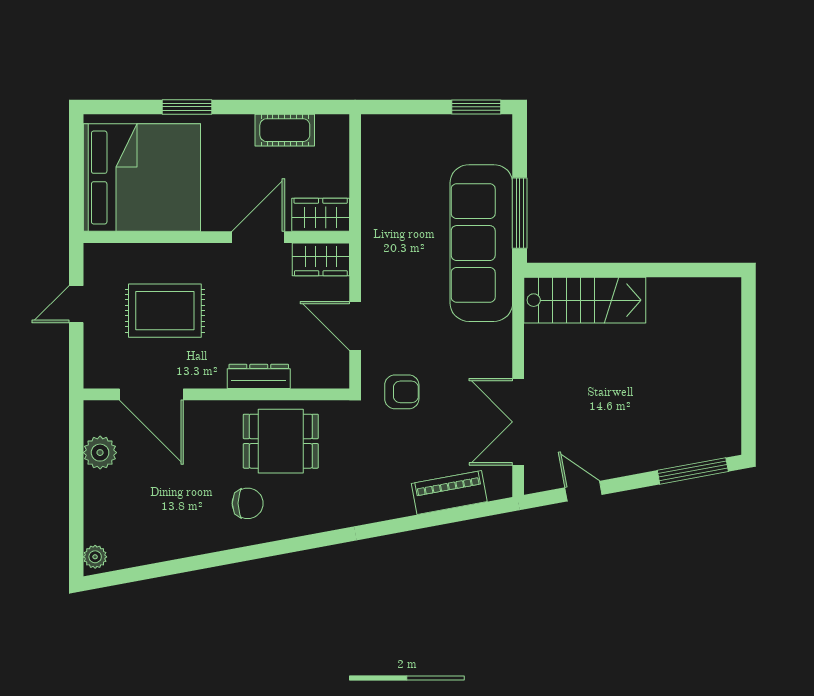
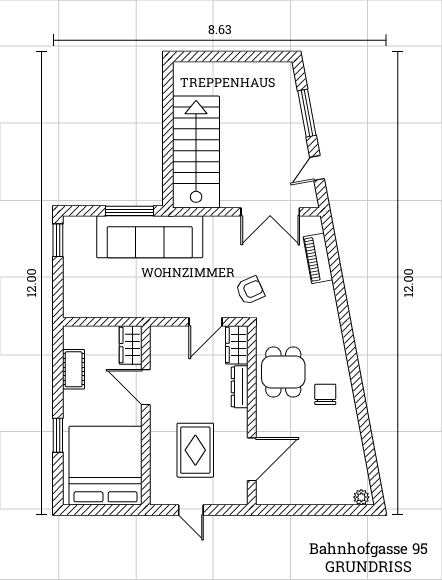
wardrobe: (321, 259) -> (237, 345), moved, turned 180
stairs: (585, 300) -> (196, 152), width x1.36, depth x1.51
armchair: (402, 392) -> (250, 290), turned 66
plant: (100, 453) -> (291, 494), removed
window: (693, 471) -> (307, 113), moved

